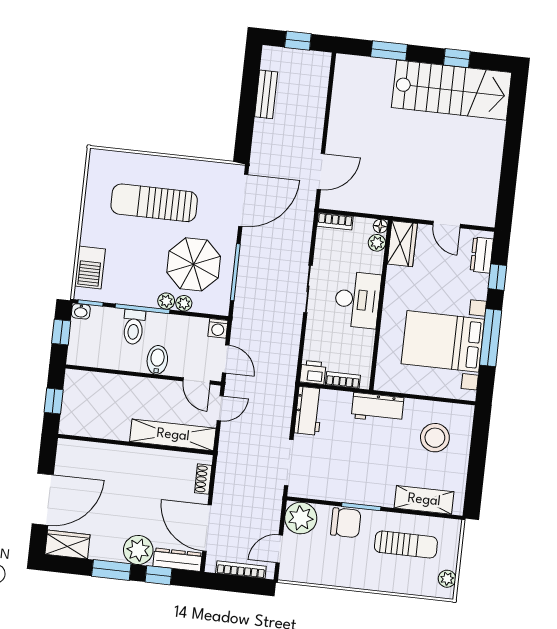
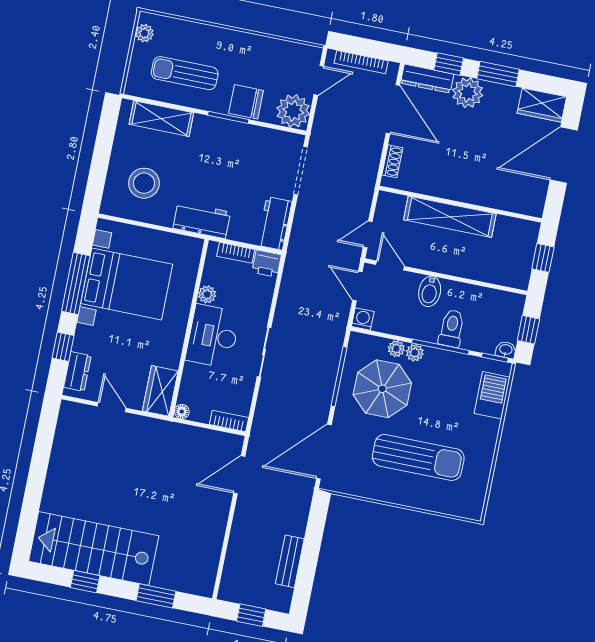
plant: (377, 243) -> (207, 294), moved
shelving: (173, 435) -> (450, 217), moved

